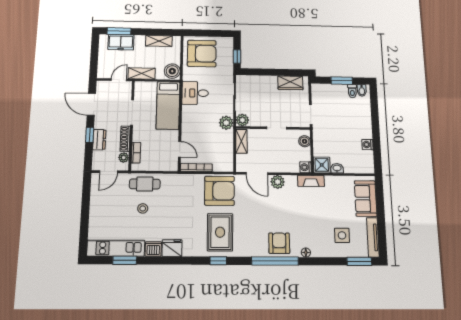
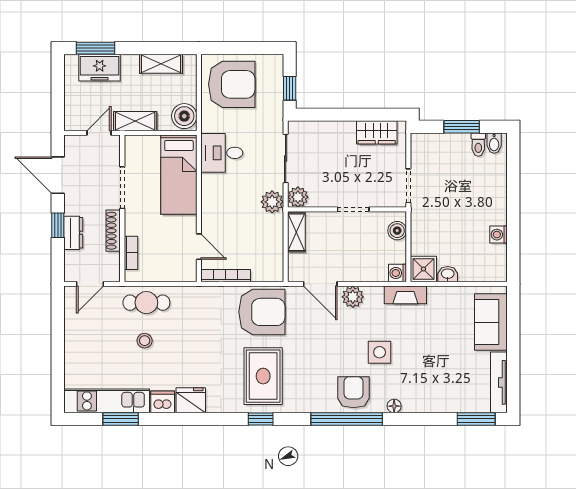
plant: (124, 158) -> (112, 261), removed
side table: (342, 235) -> (380, 352), moved

